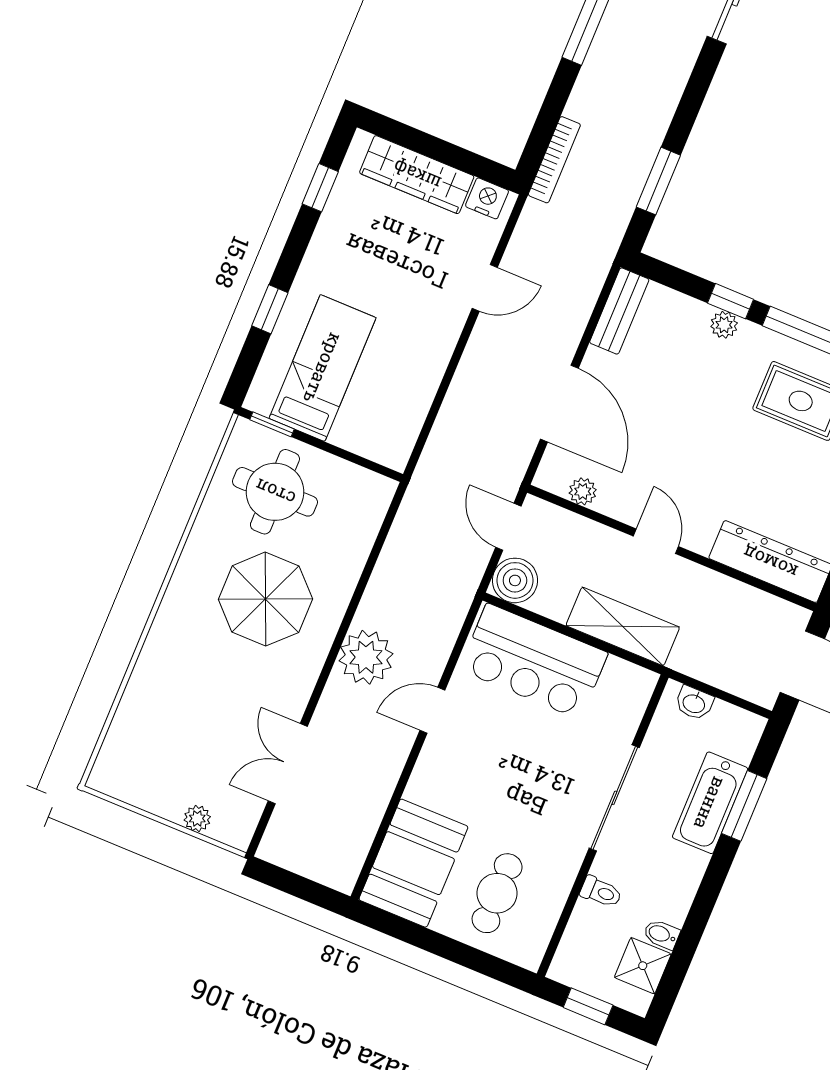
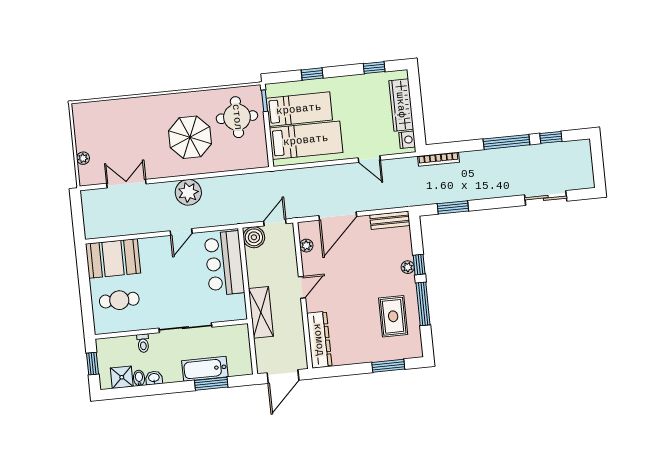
bed: (387, 387) -> (306, 140), added
shelving: (623, 626) -> (261, 312), moved
washbasin: (694, 703) -> (154, 378), moved, turned 90
door: (432, 710) -> (181, 232), swing flipped

